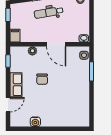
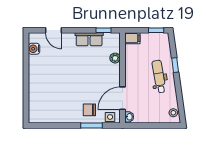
door: (56, 44) -> (123, 98), moved
chair: (42, 79) -> (89, 110), moved
row of seats: (16, 85) -> (89, 39), moved
water cooler: (35, 122) -> (34, 49), moved

